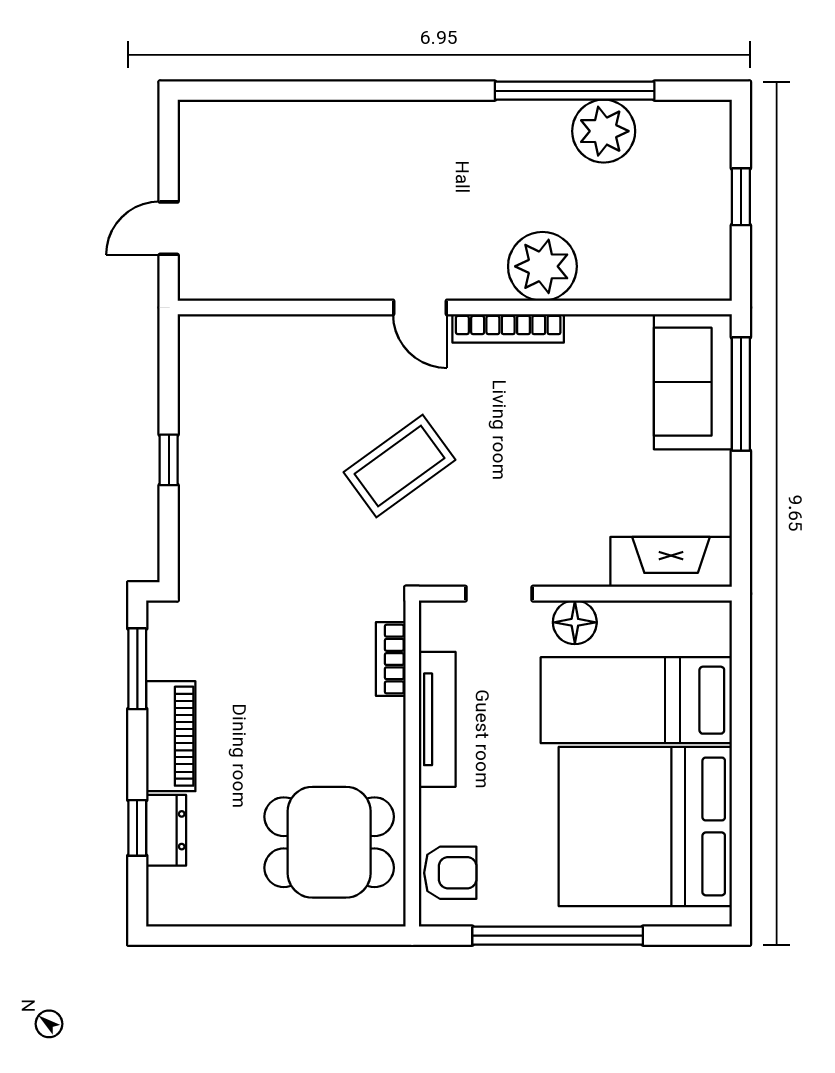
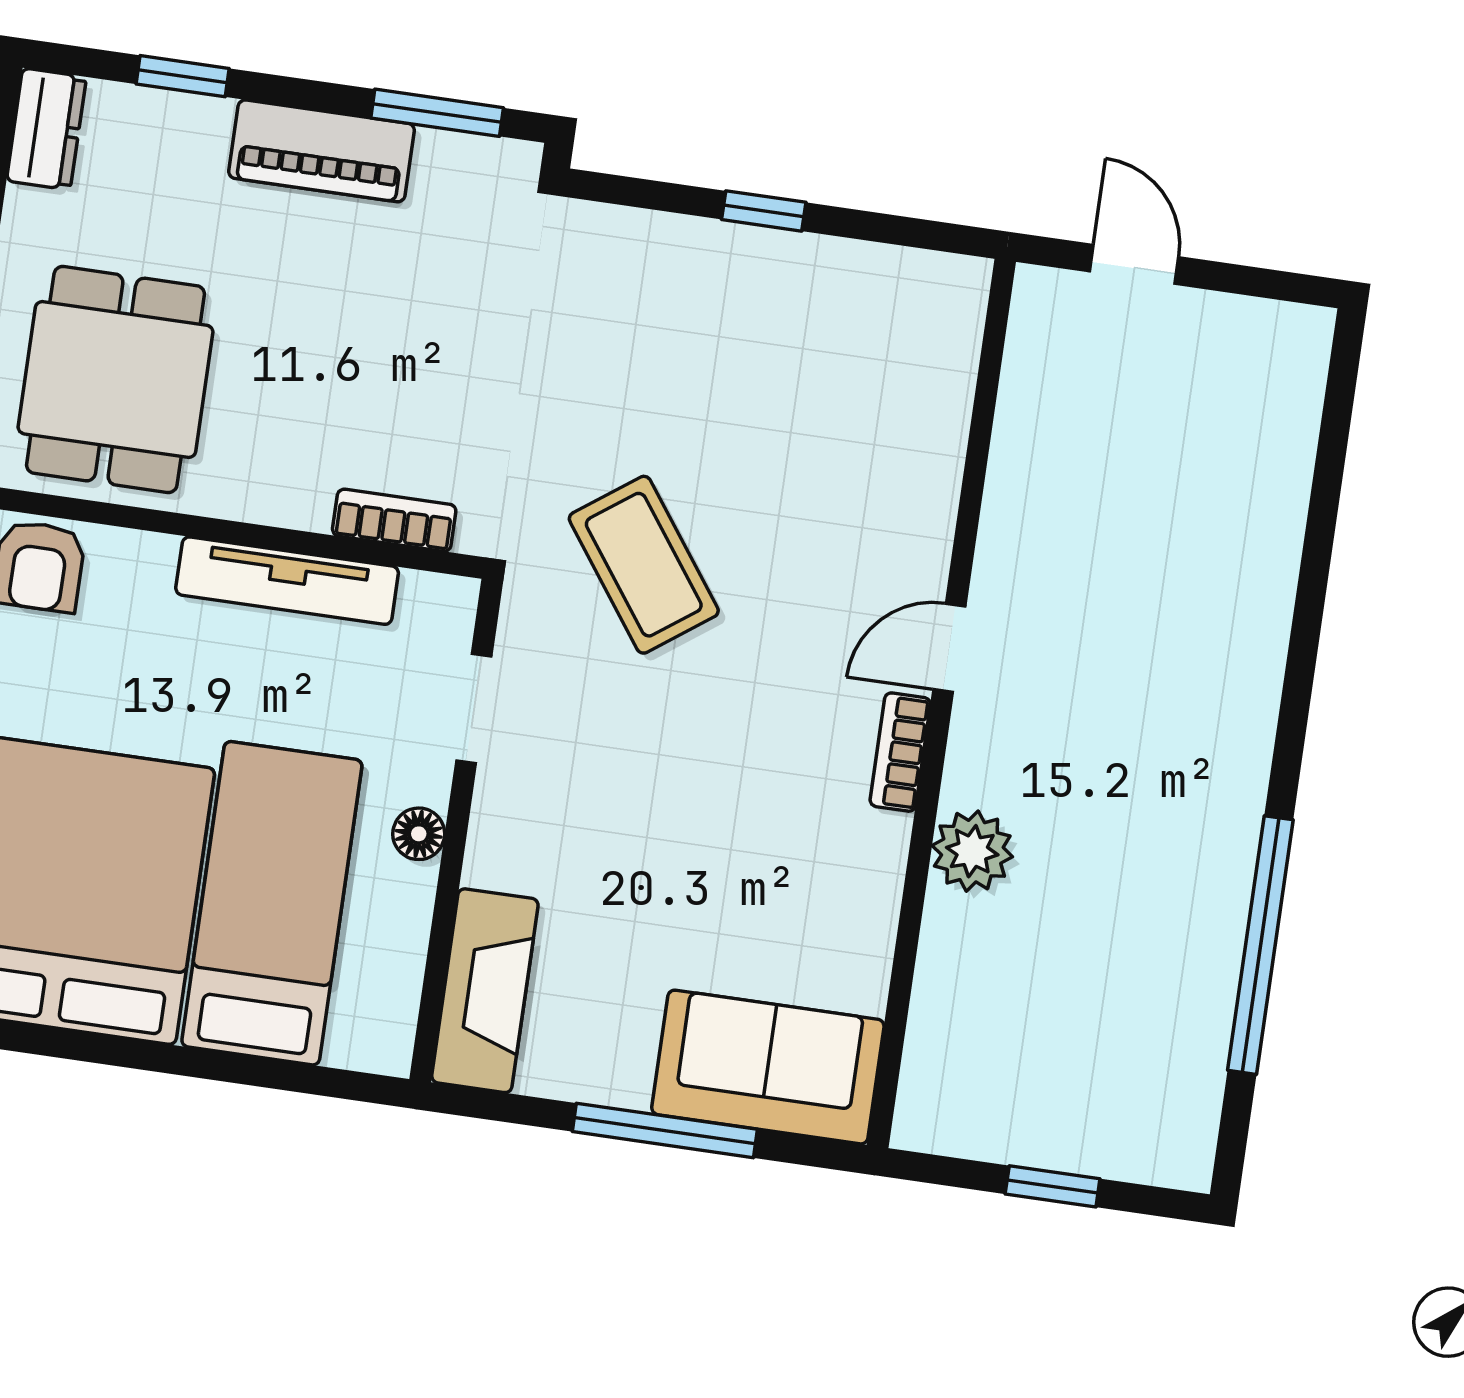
plant: (604, 131) -> (1189, 982), removed
plant: (542, 266) -> (972, 851), width x0.73, depth x0.73
bookcase: (508, 328) -> (900, 752), width x0.64
window: (741, 394) -> (665, 1130), moved
coffee table: (400, 466) -> (644, 565), moved
floor lamp: (575, 622) -> (419, 834), width x0.73, depth x0.73
dresser: (166, 830) -> (46, 129), moved, turned -90

